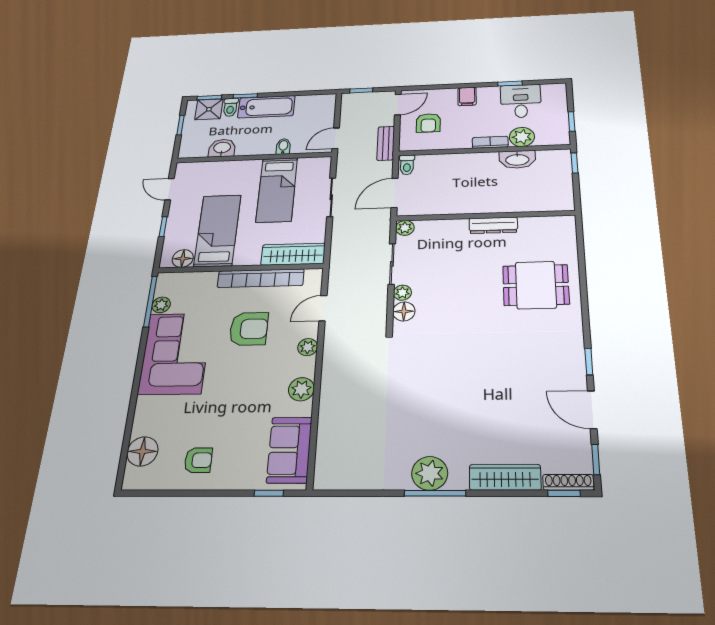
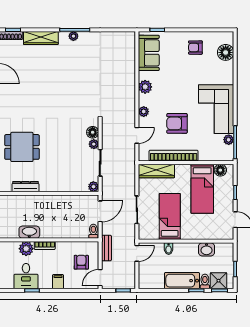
dresser: (493, 225) -> (25, 187), moved
plant: (430, 473) -> (73, 36), width x0.53, depth x0.53

